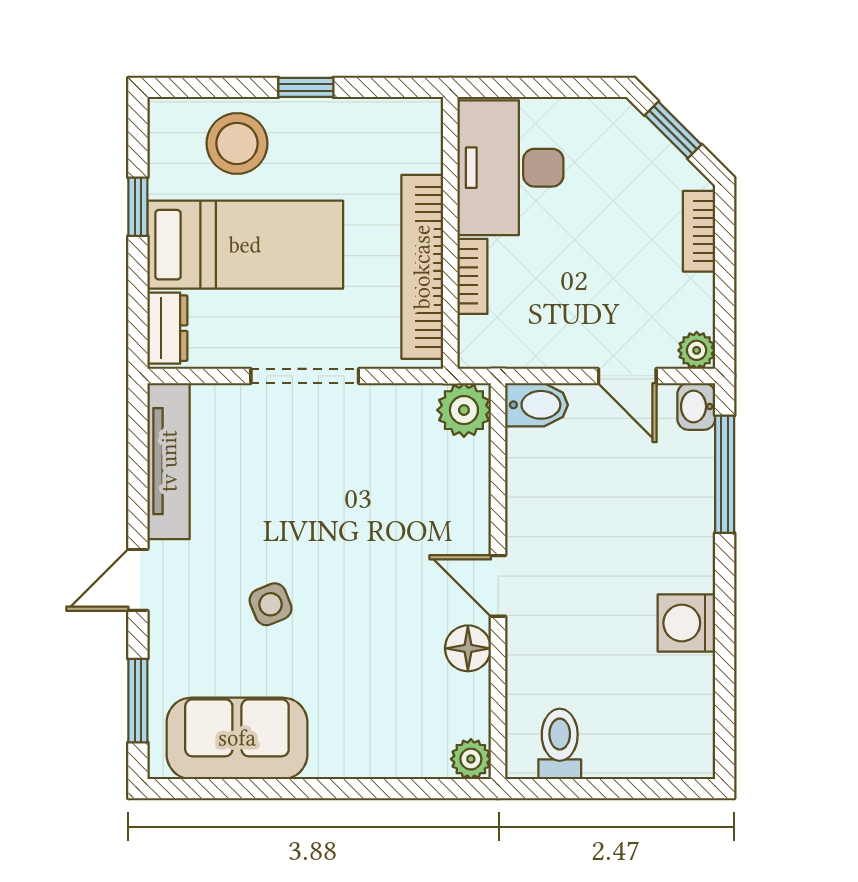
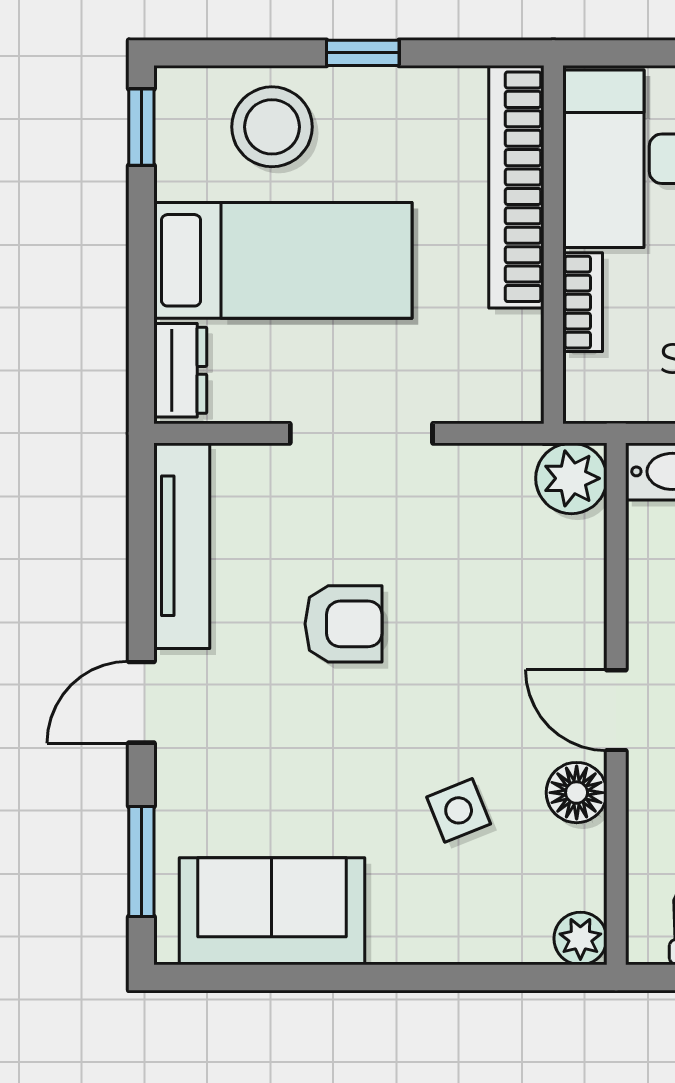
window: (138, 207) -> (141, 127), moved
bookcase: (422, 267) -> (516, 187), moved
armchair: (291, 520) -> (343, 624), added
side table: (271, 604) -> (459, 810), moved

